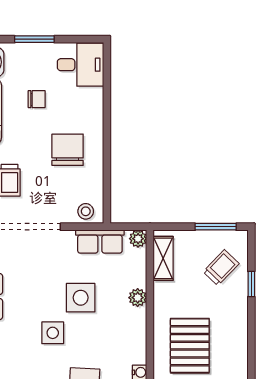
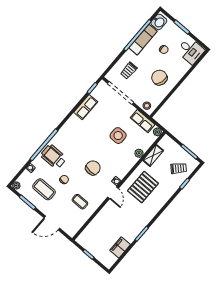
chair: (68, 150) -> (159, 78), turned -74
shelving: (163, 258) -> (153, 155), moved
side table: (53, 333) -> (97, 140), removed

